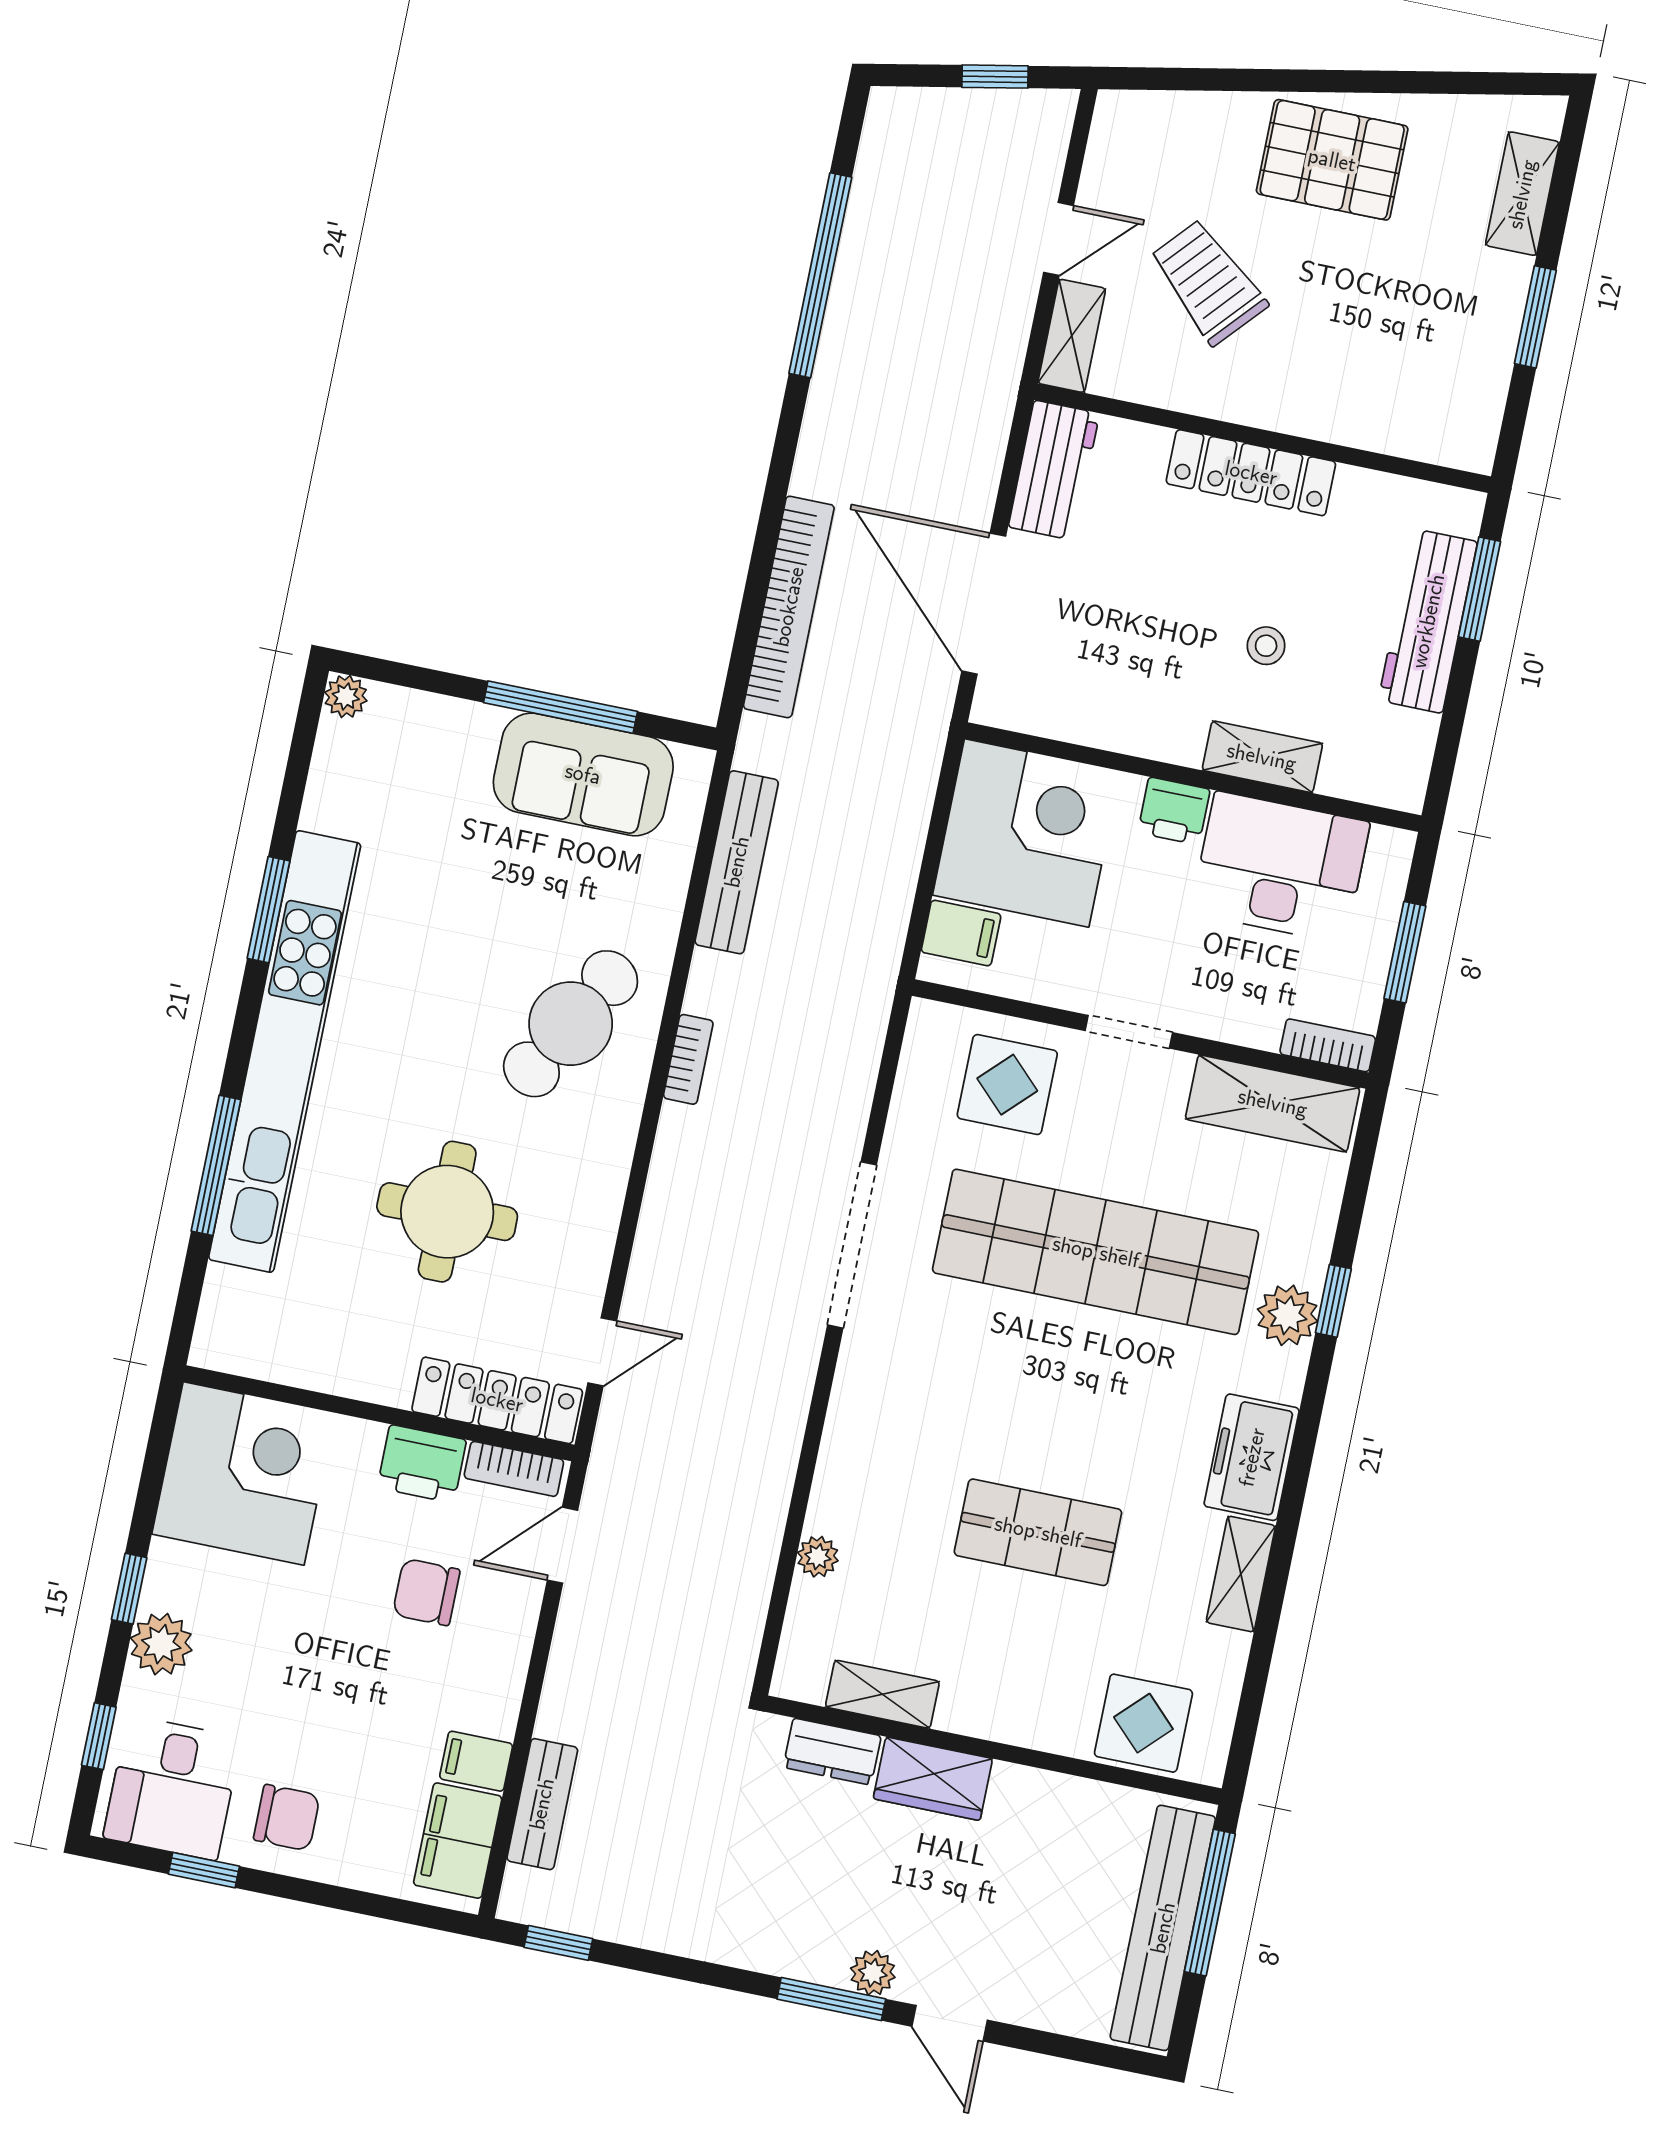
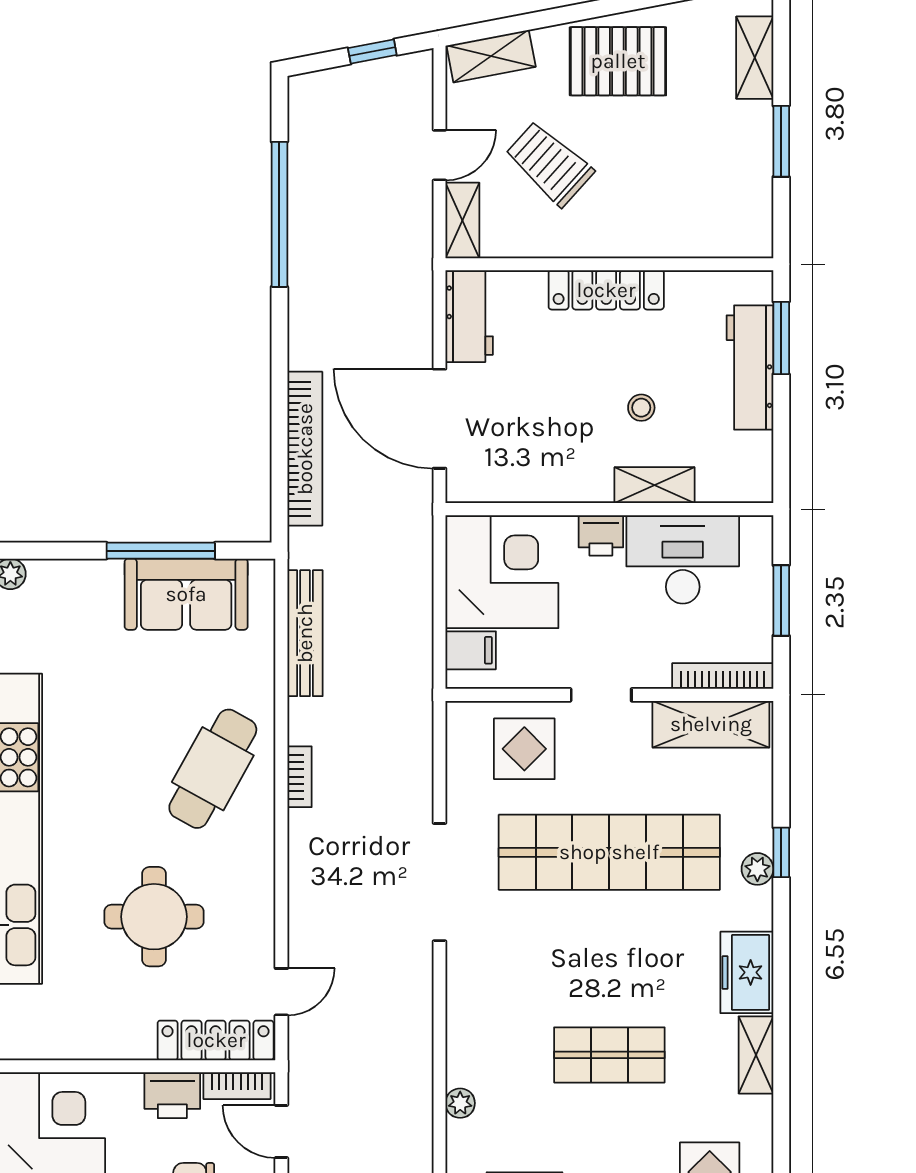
shelving: (1158, 117) -> (491, 56), added
bookcase: (1328, 1045) -> (723, 676), width x1.56
plant: (1287, 1315) -> (757, 869), width x0.73, depth x0.73
door: (562, 1545) -> (281, 1132), hinge flipped

